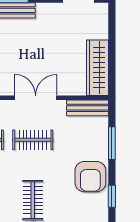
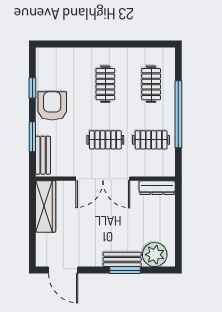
double door: (36, 98) -> (103, 179), width x1.37
bench: (87, 108) -> (43, 155), moved, turned 90

